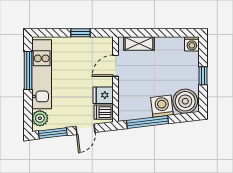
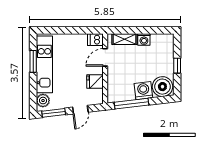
window: (80, 33) -> (76, 30), removed
washing machine: (192, 44) -> (144, 39), moved
window: (28, 70) -> (33, 61), width x0.69
dishwasher: (104, 112) -> (95, 40), moved

